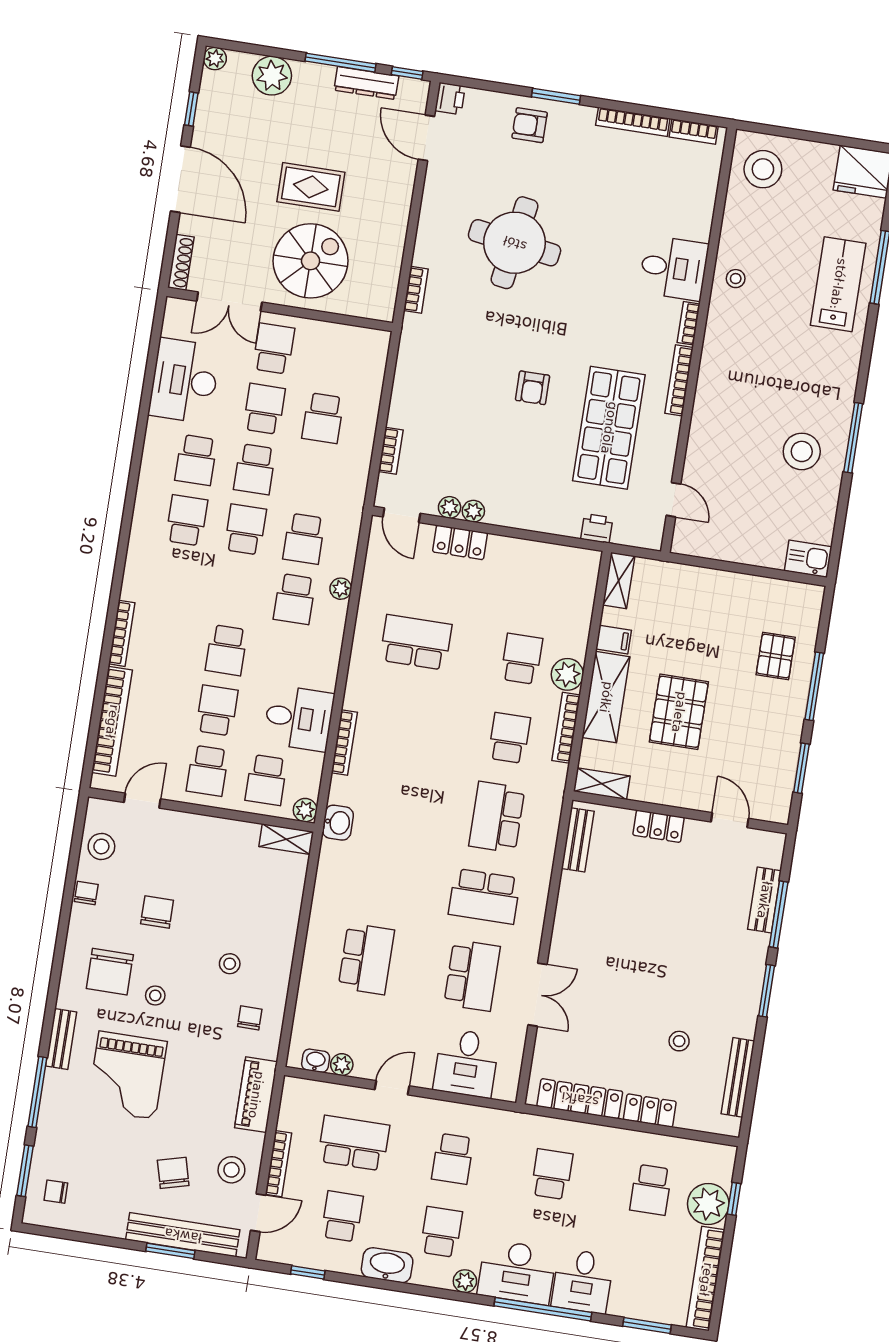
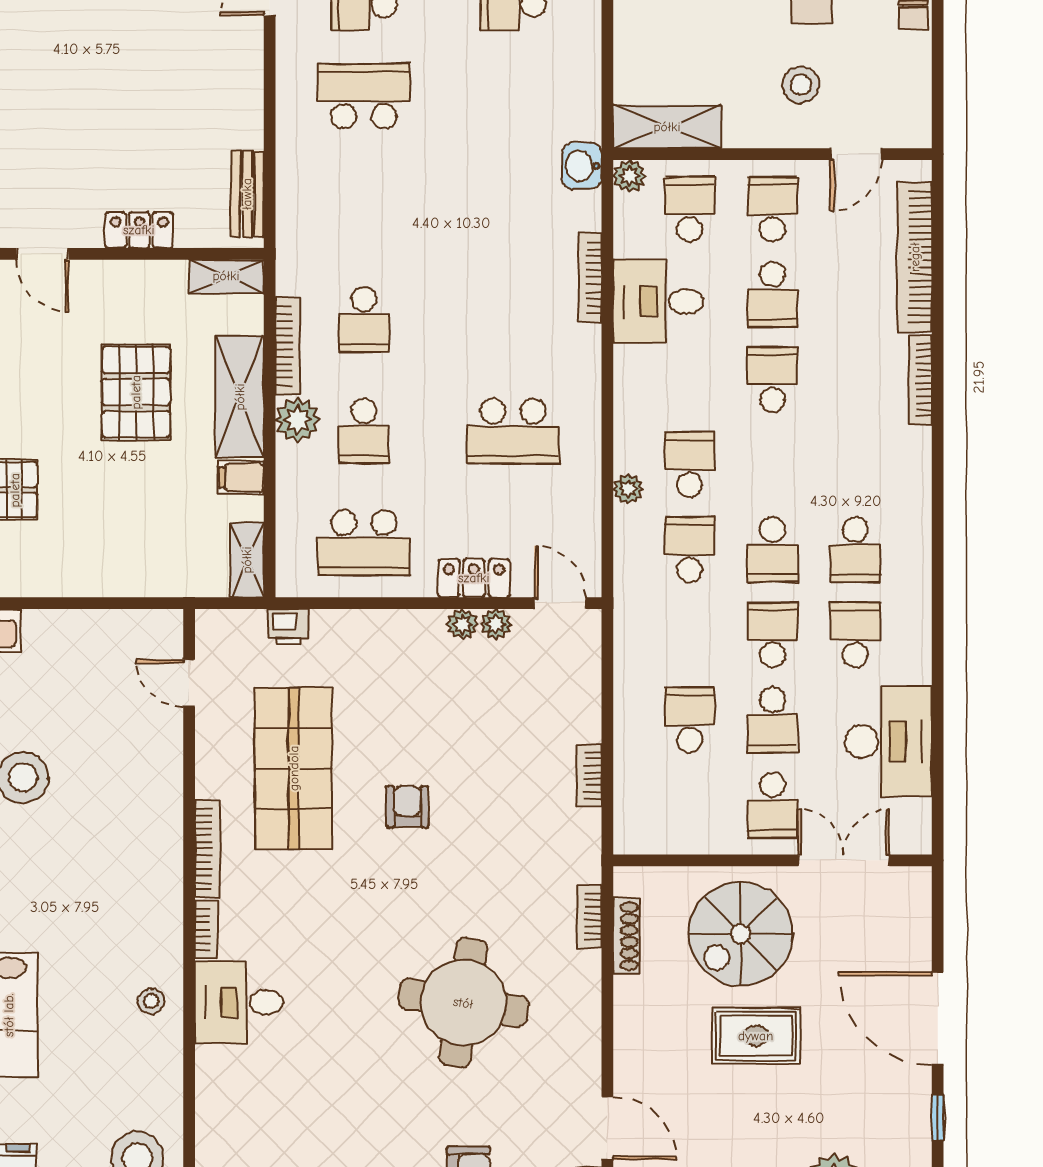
shoe rack: (181, 262) -> (626, 936), moved, turned 180
bookcase: (391, 451) -> (589, 776), moved
school desk: (497, 817) -> (364, 543), moved, turned 90
shelving: (286, 839) -> (667, 127), width x1.50, depth x1.33
stool: (101, 846) -> (801, 85), moved

